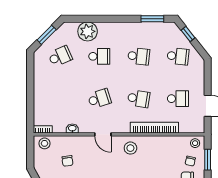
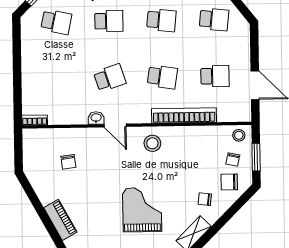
school desk: (60, 56) -> (56, 22), turned 36
washbasin: (72, 128) -> (96, 118), moved
stool: (45, 143) -> (37, 139), removed

